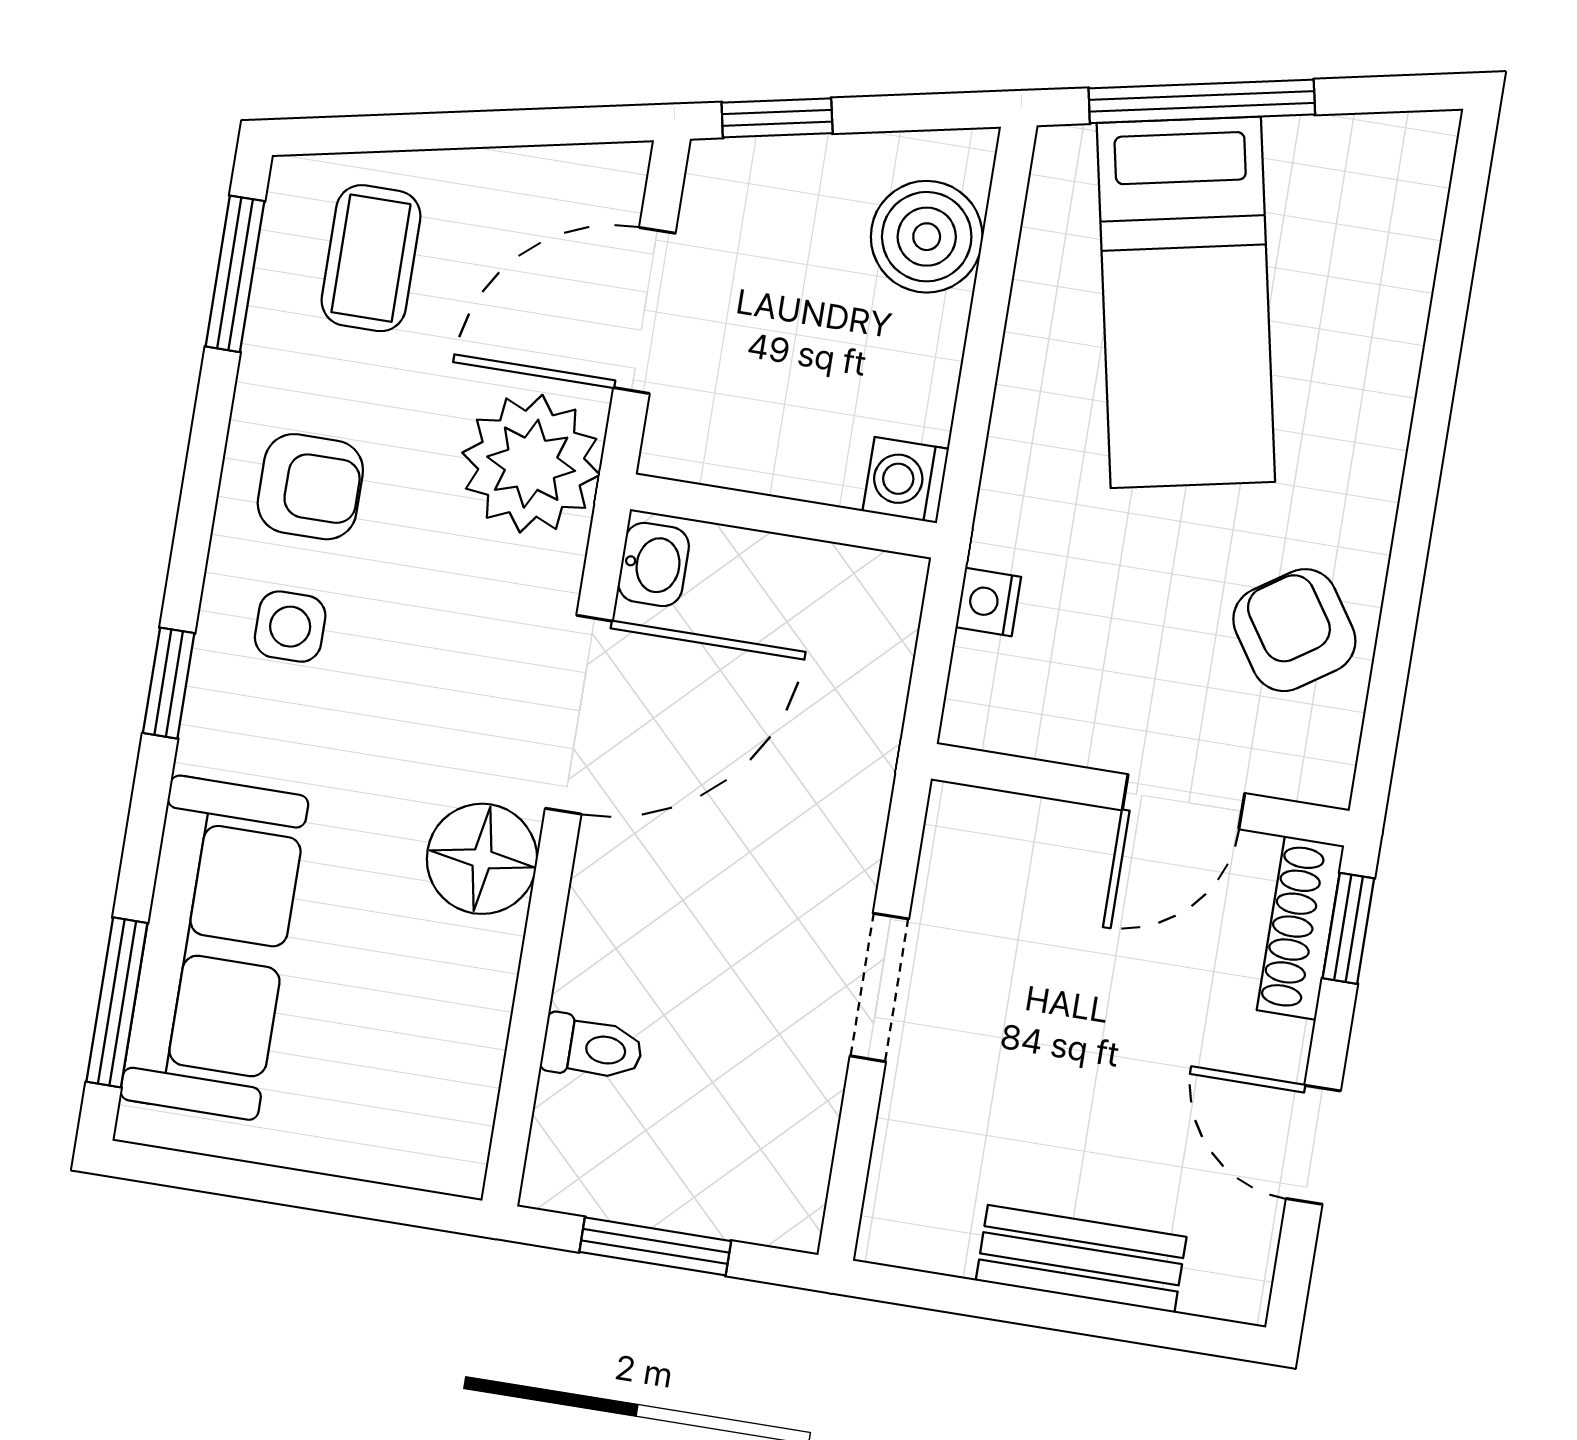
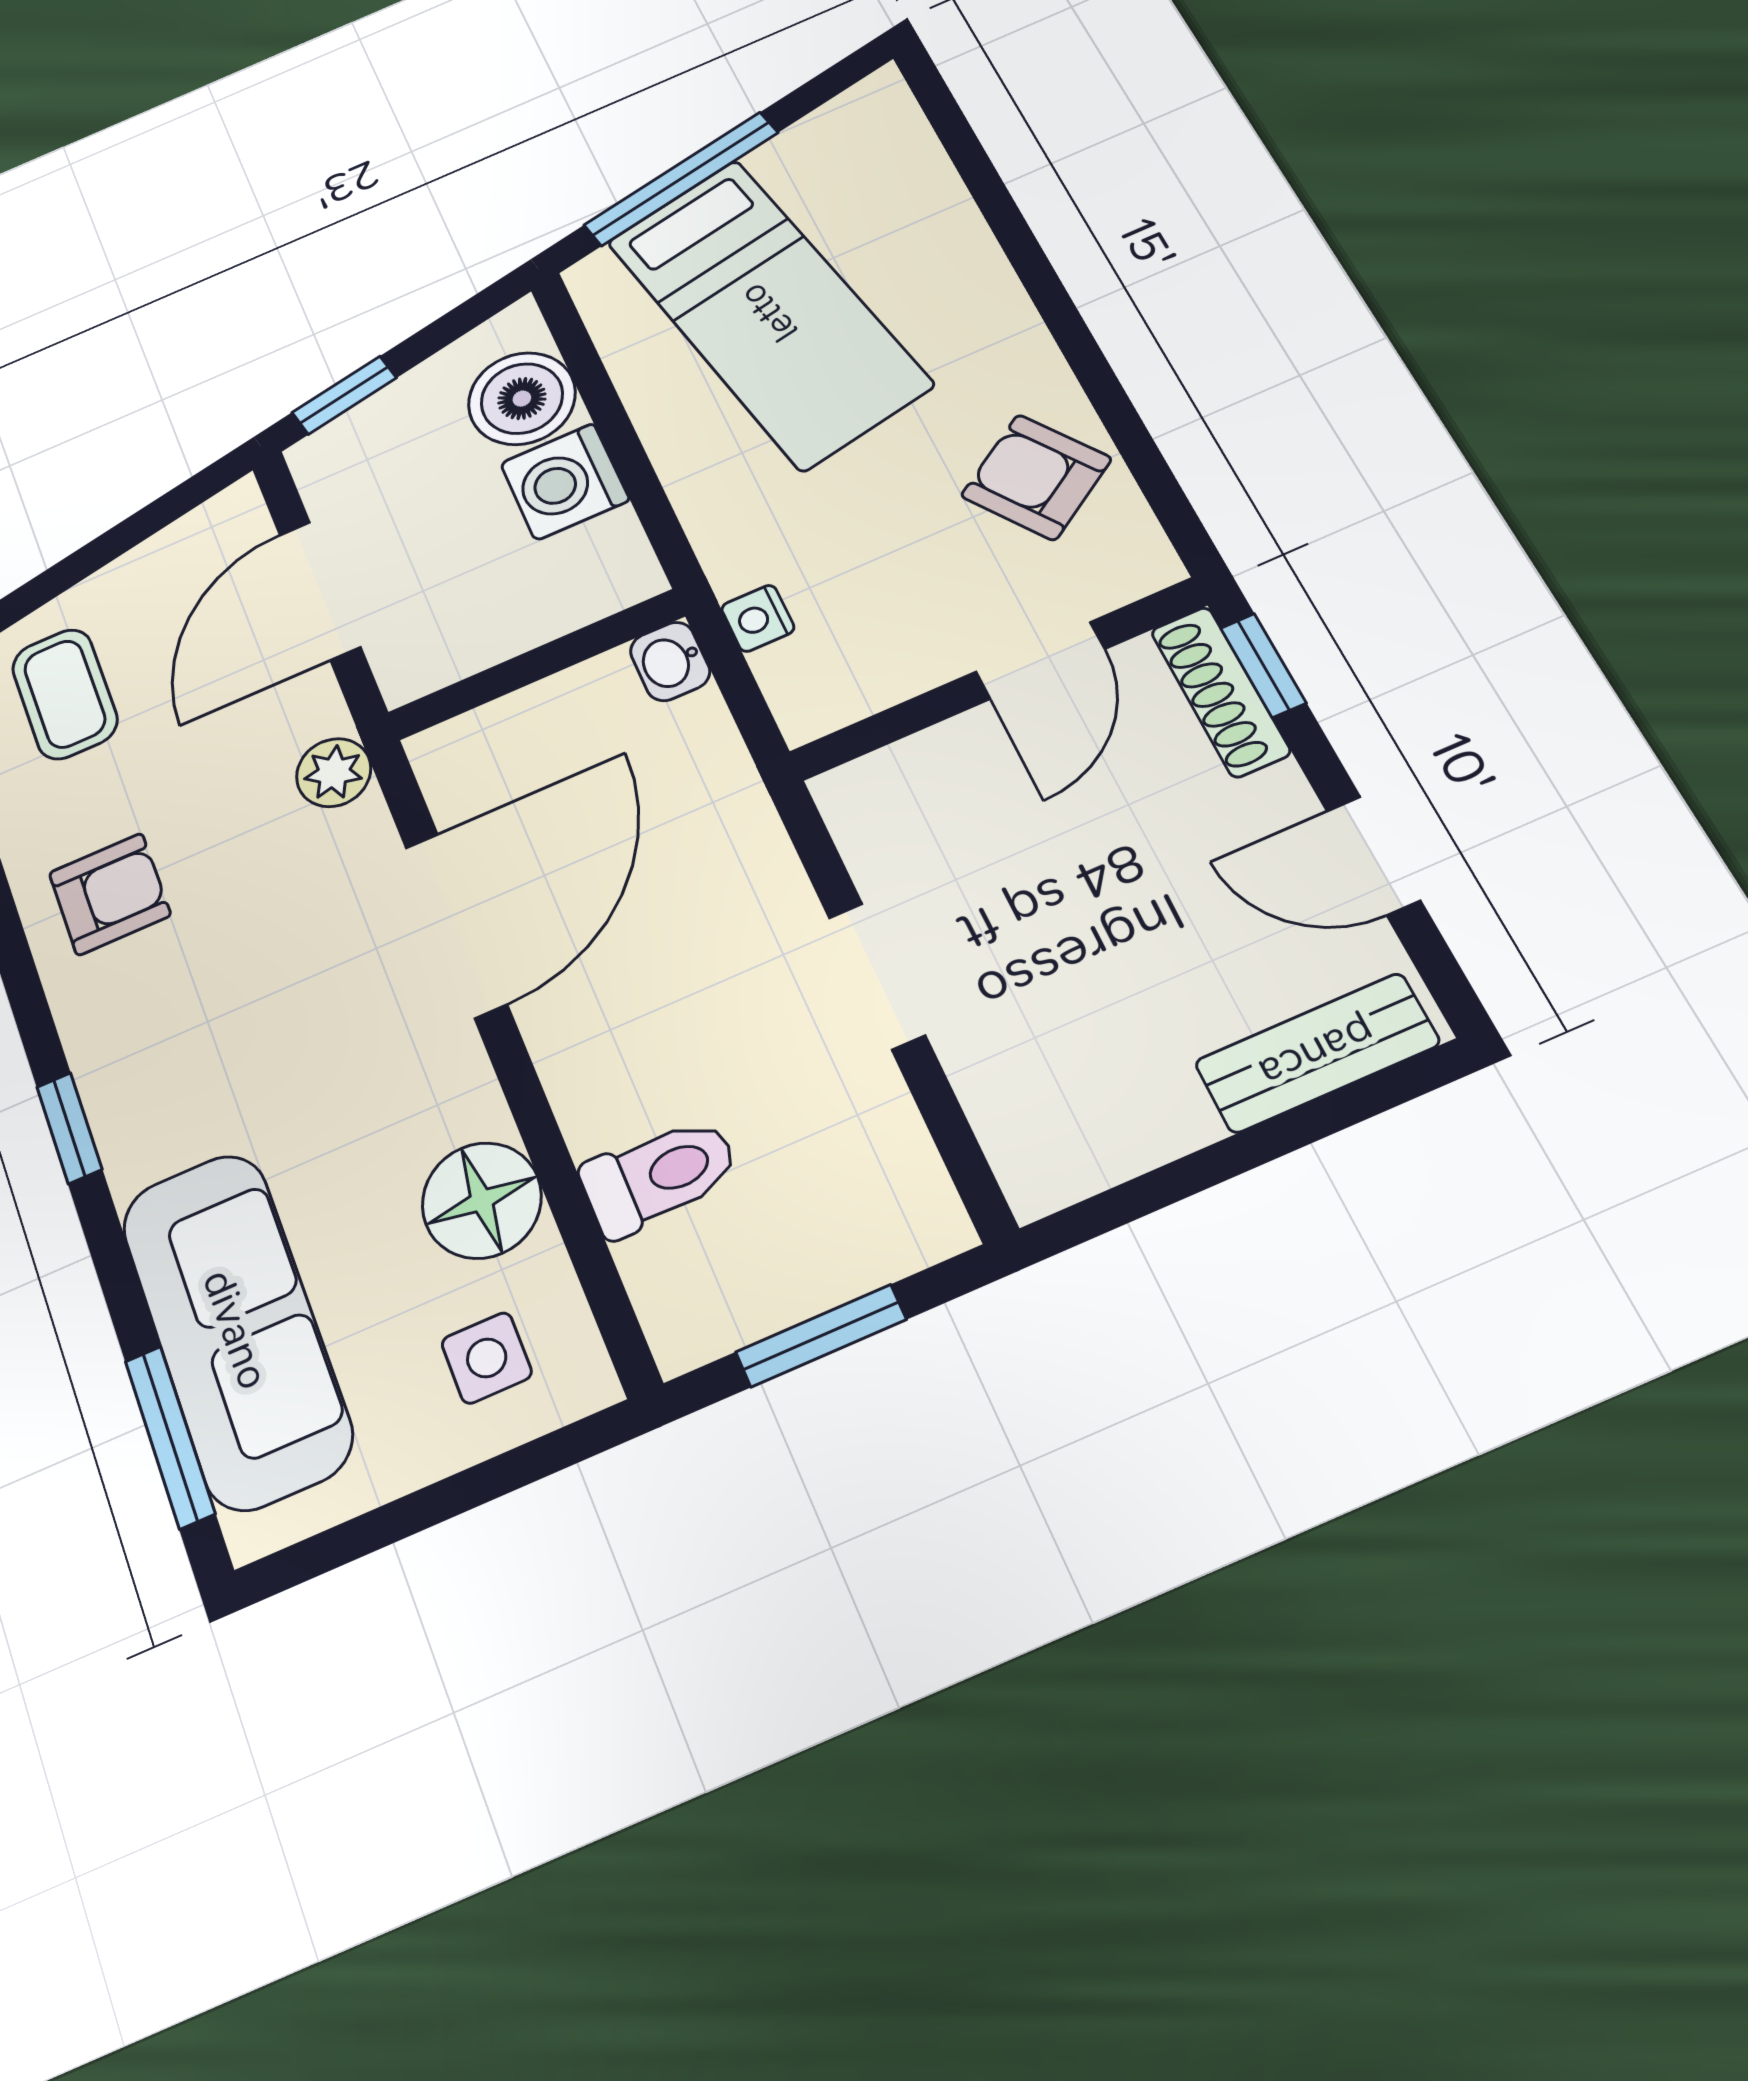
plant: (531, 464) -> (334, 773), width x0.53, depth x0.53
washing machine: (906, 480) -> (565, 482), moved, width x1.38, depth x1.38
washbasin: (654, 564) -> (670, 661), moved, turned 180
side table: (290, 627) -> (487, 1358), moved
floor lamp: (482, 859) -> (482, 1200), moved
toilet: (592, 1048) -> (660, 1176), width x1.37, depth x1.39
bench: (1081, 1259) -> (1317, 1053), moved

